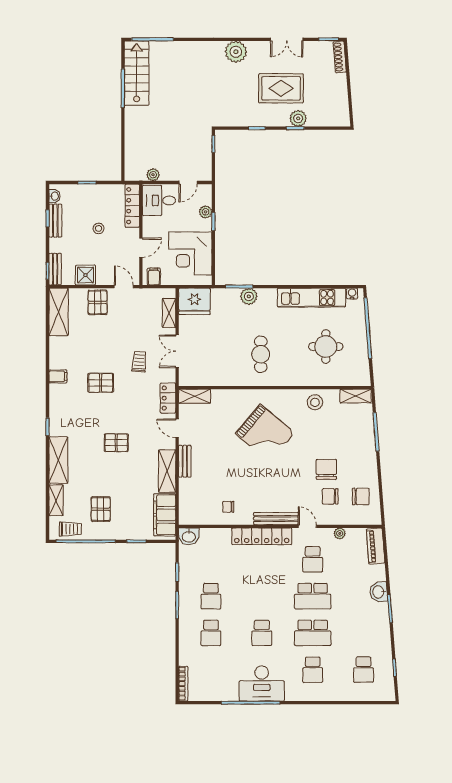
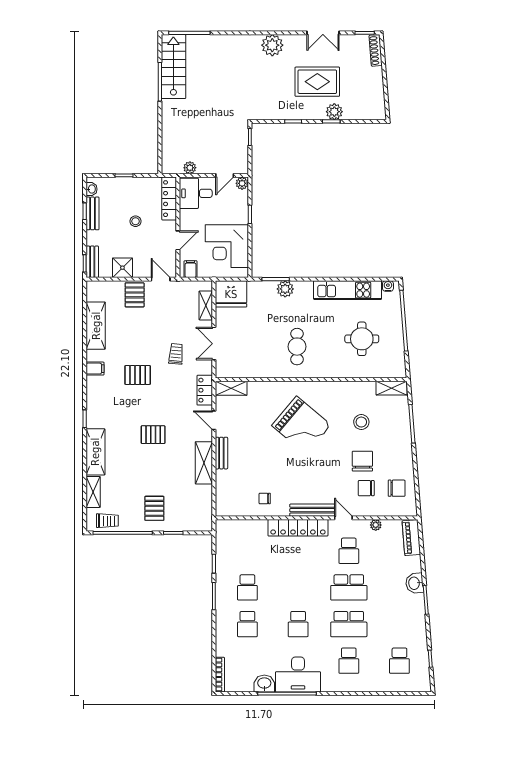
plant: (206, 212) -> (242, 183), moved
shelving: (59, 312) -> (96, 326), moved
stool: (315, 402) -> (361, 422), moved
pallet: (101, 509) -> (154, 508), moved
filing cabinet: (165, 515) -> (201, 506), removed
washbasin: (189, 536) -> (264, 684), moved, turned 180

